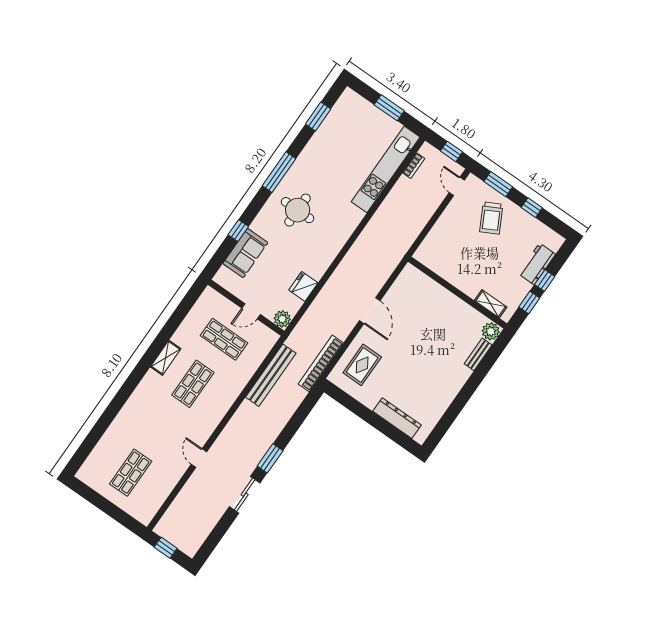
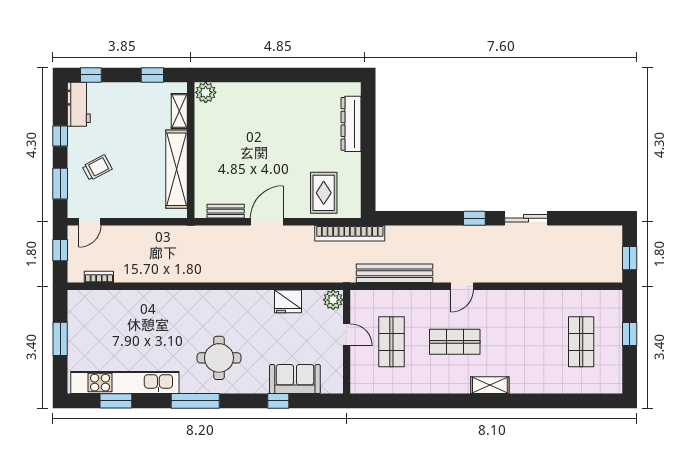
kitchen unit: (386, 169) -> (125, 383), moved, turned 180
trolley: (491, 218) -> (97, 168), width x0.73, depth x0.72
workbench: (537, 264) -> (79, 104), moved, turned -90
shelving: (451, 273) -> (177, 169), added
window: (545, 281) -> (91, 75), moved
bench: (478, 354) -> (226, 211), moved
shelving: (166, 358) -> (490, 385), moved
rug: (362, 365) -> (324, 193), turned 90
door: (199, 458) -> (462, 286), moved
window: (270, 458) -> (474, 218), width x0.67
shop shelf: (131, 473) -> (581, 342), turned 90
window: (112, 510) -> (630, 334), added

